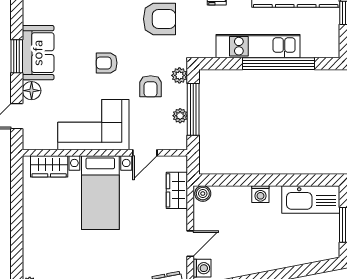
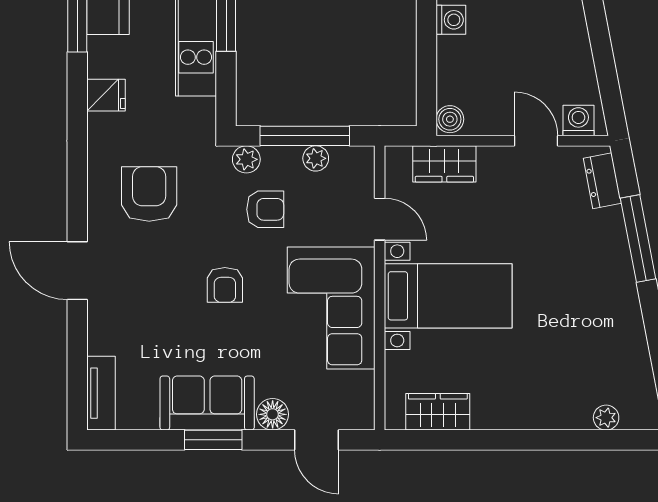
wardrobe: (49, 166) -> (438, 412), moved, turned -90

